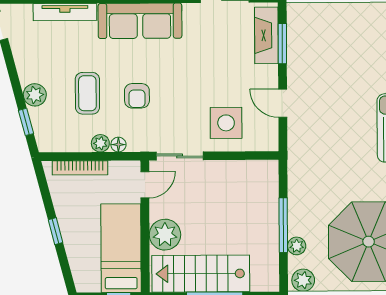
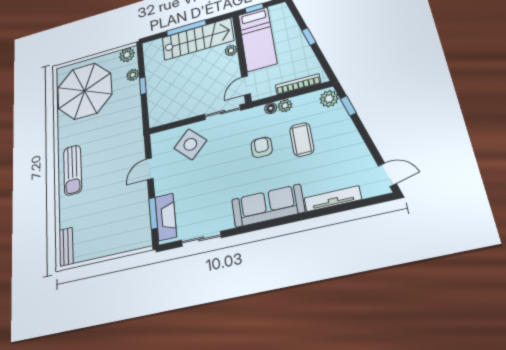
plant: (35, 95) -> (329, 99), moved
door: (283, 103) -> (149, 169), swing flipped
side table: (226, 123) -> (190, 144), turned 45
window: (283, 225) -> (143, 86), width x0.46
plant: (165, 235) -> (231, 50), width x0.53, depth x0.53

